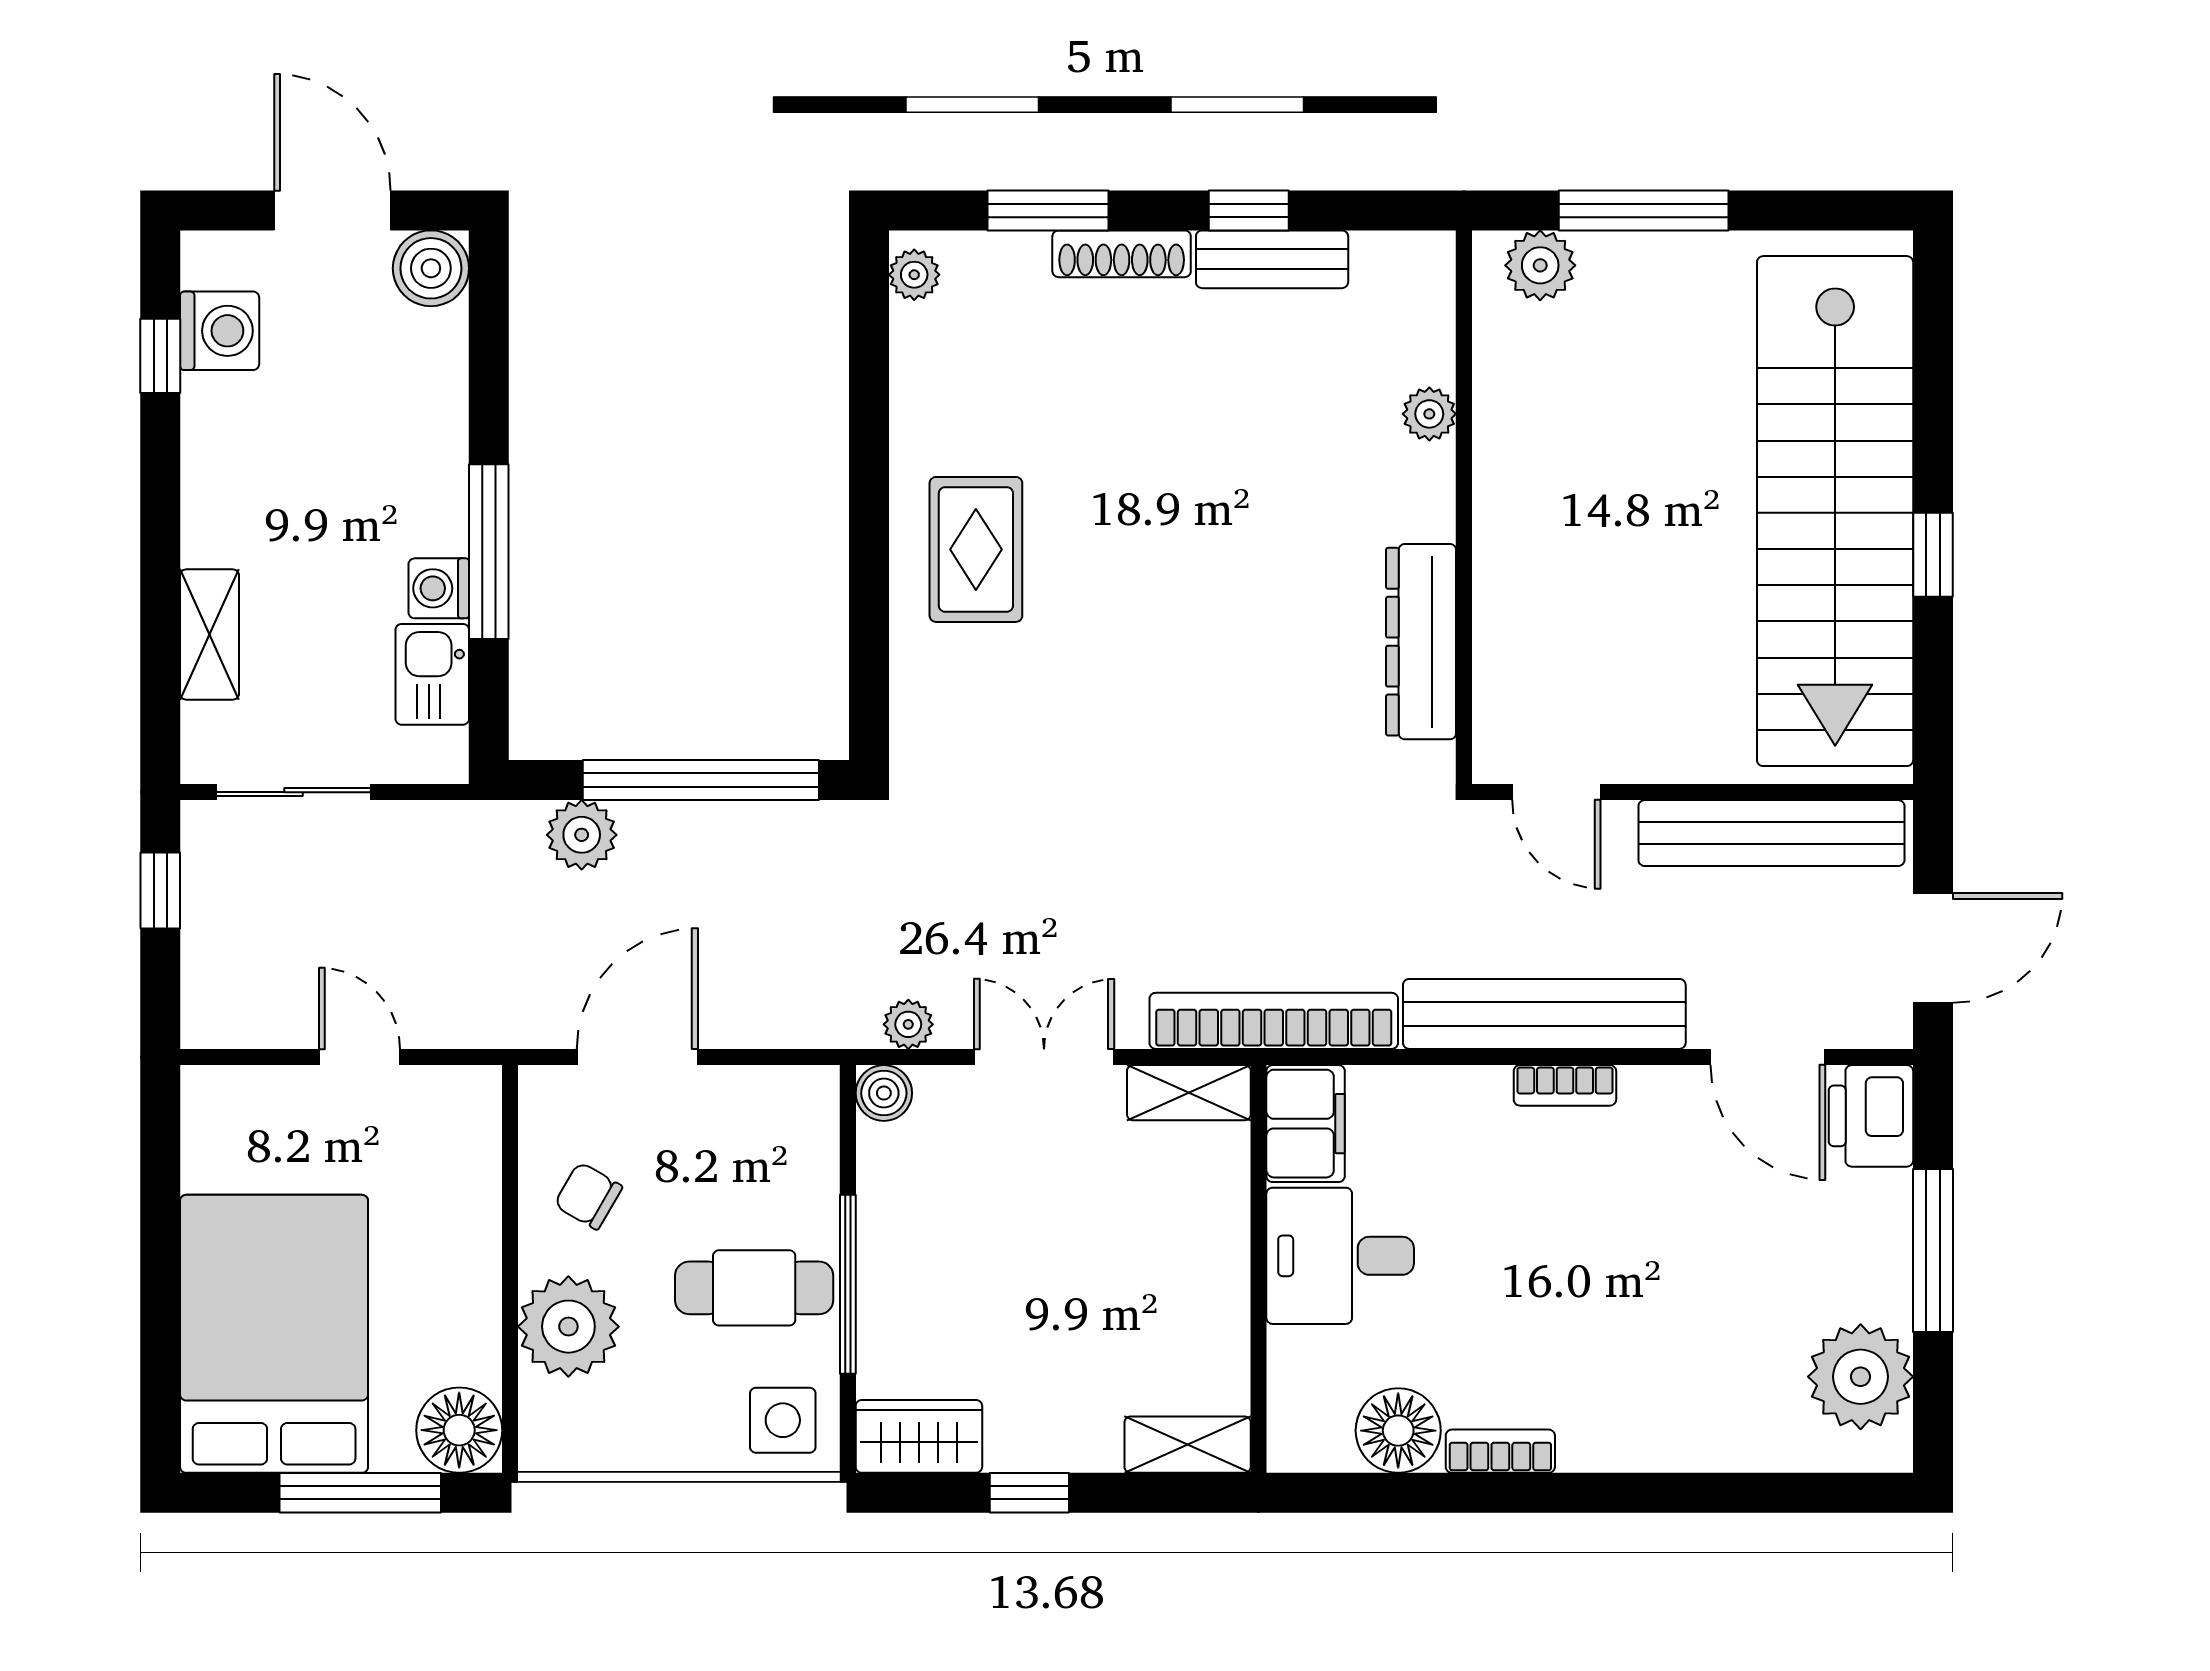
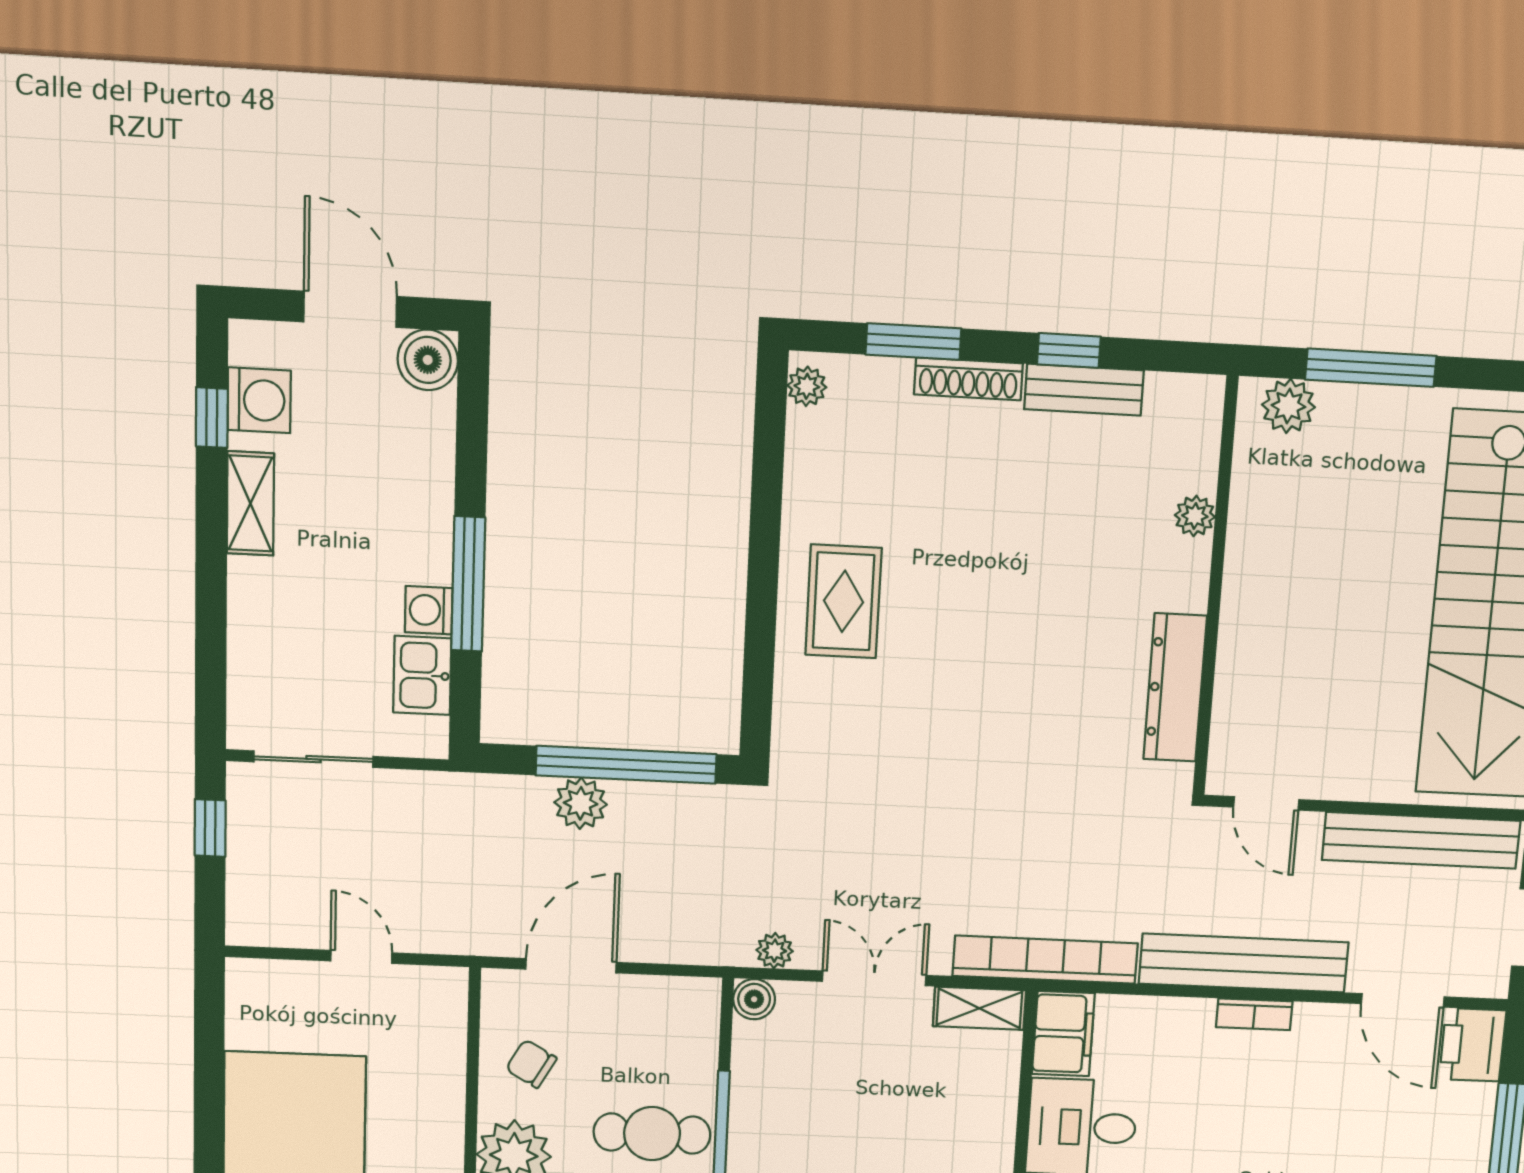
shelving: (209, 635) -> (250, 503), moved
plant: (582, 835) -> (581, 803), moved

